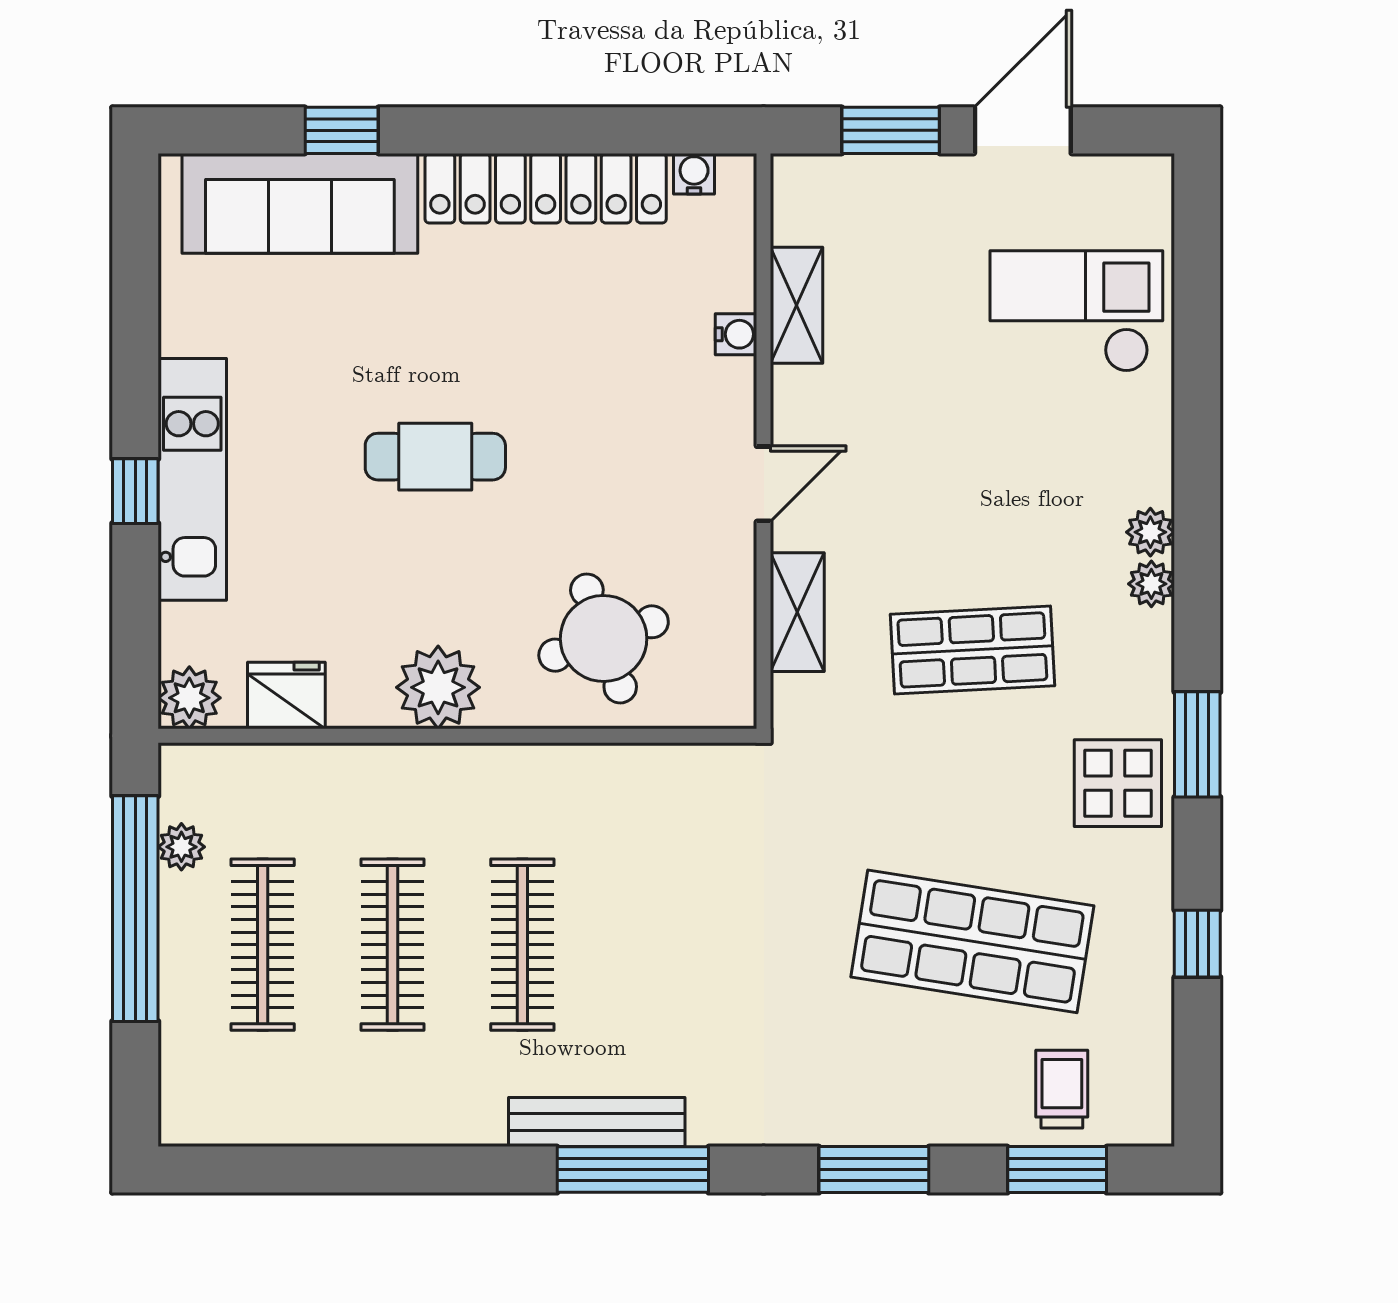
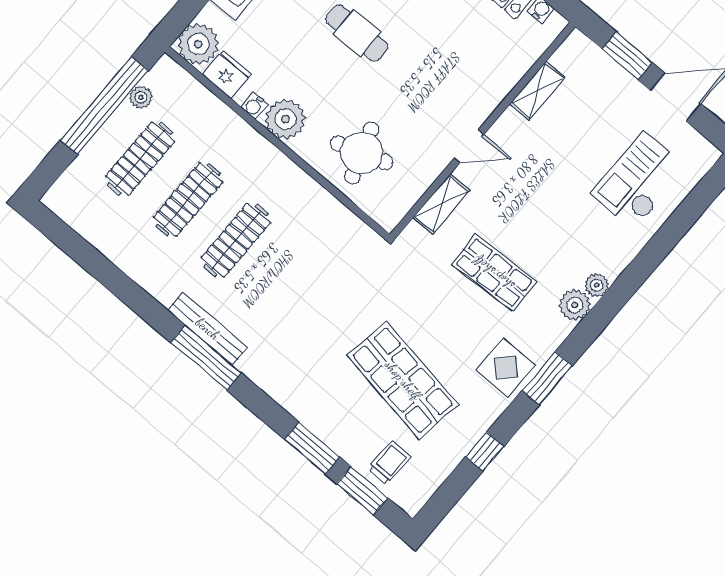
checkout: (1076, 311) -> (639, 181), turned -90
water cooler: (736, 334) -> (254, 106), moved, turned 90
plant: (1151, 584) -> (575, 305), width x1.38, depth x1.38
plant: (189, 698) -> (198, 44), width x1.36, depth x1.36
window: (874, 1170) -> (312, 448), moved

